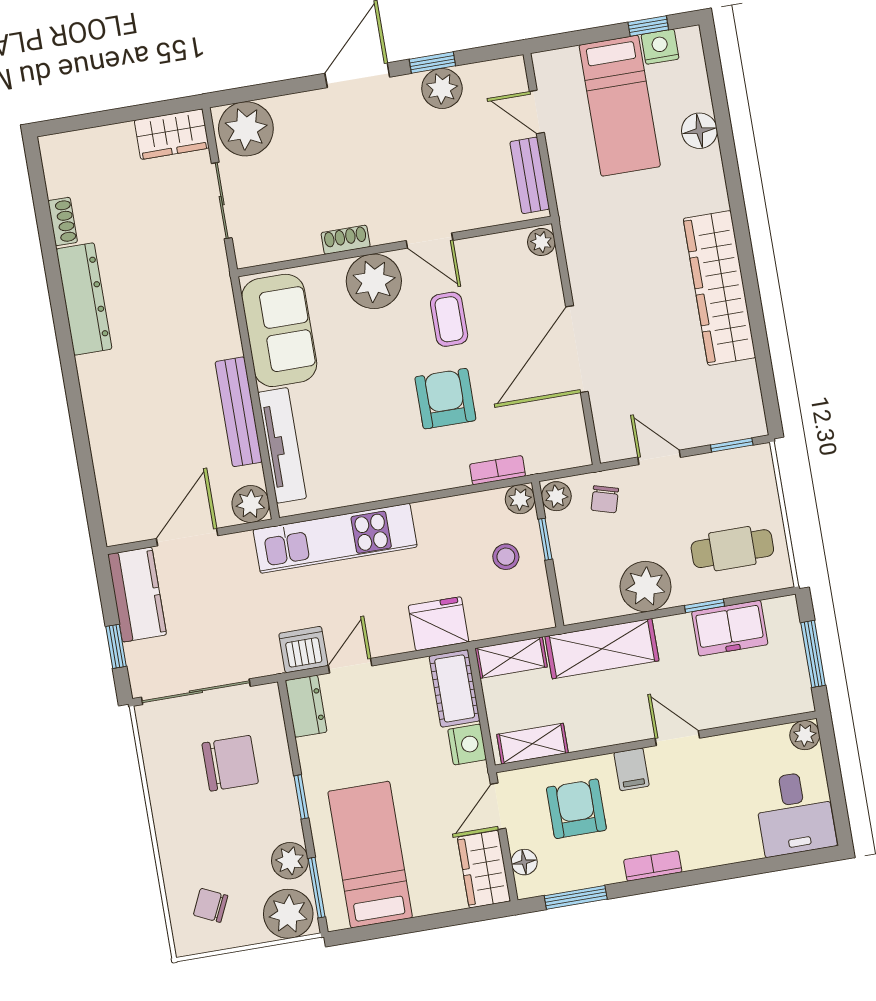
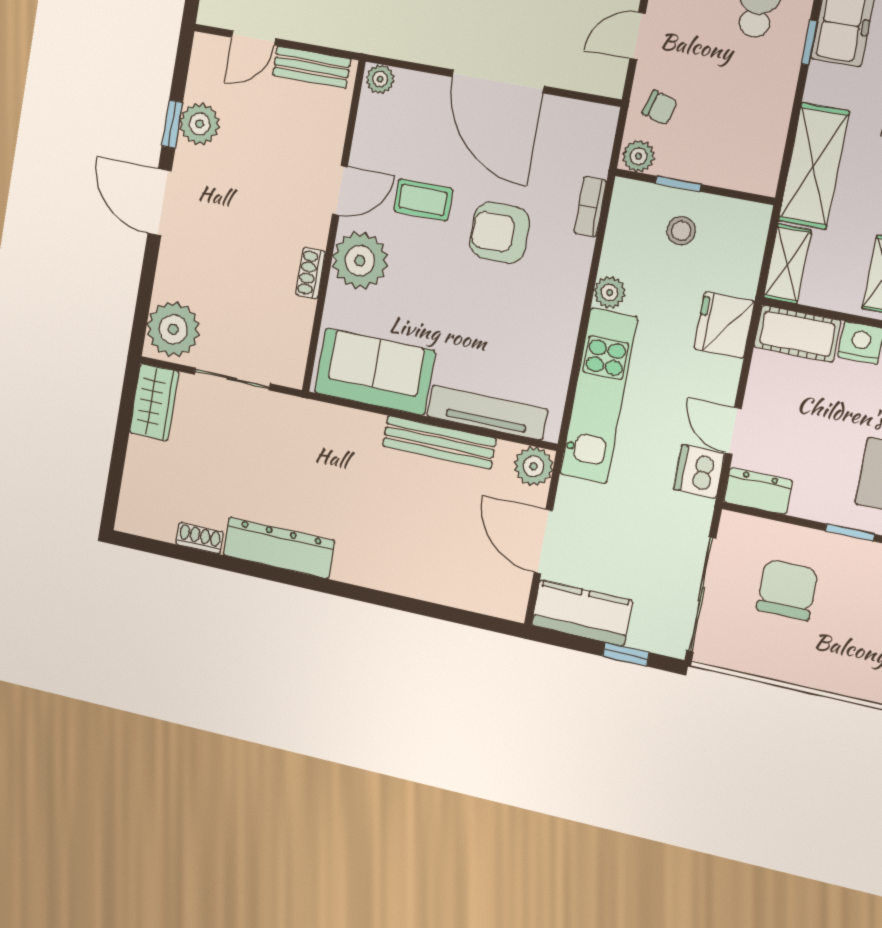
plant: (520, 499) -> (610, 292), moved
plant: (646, 587) -> (766, 97), removed

